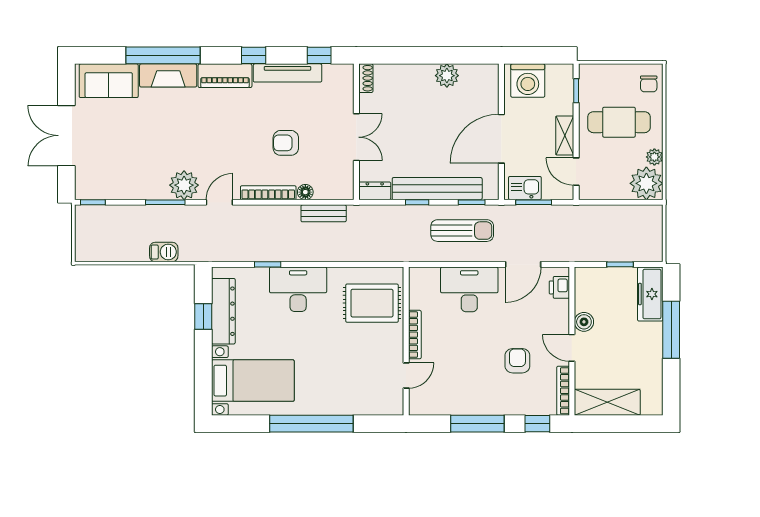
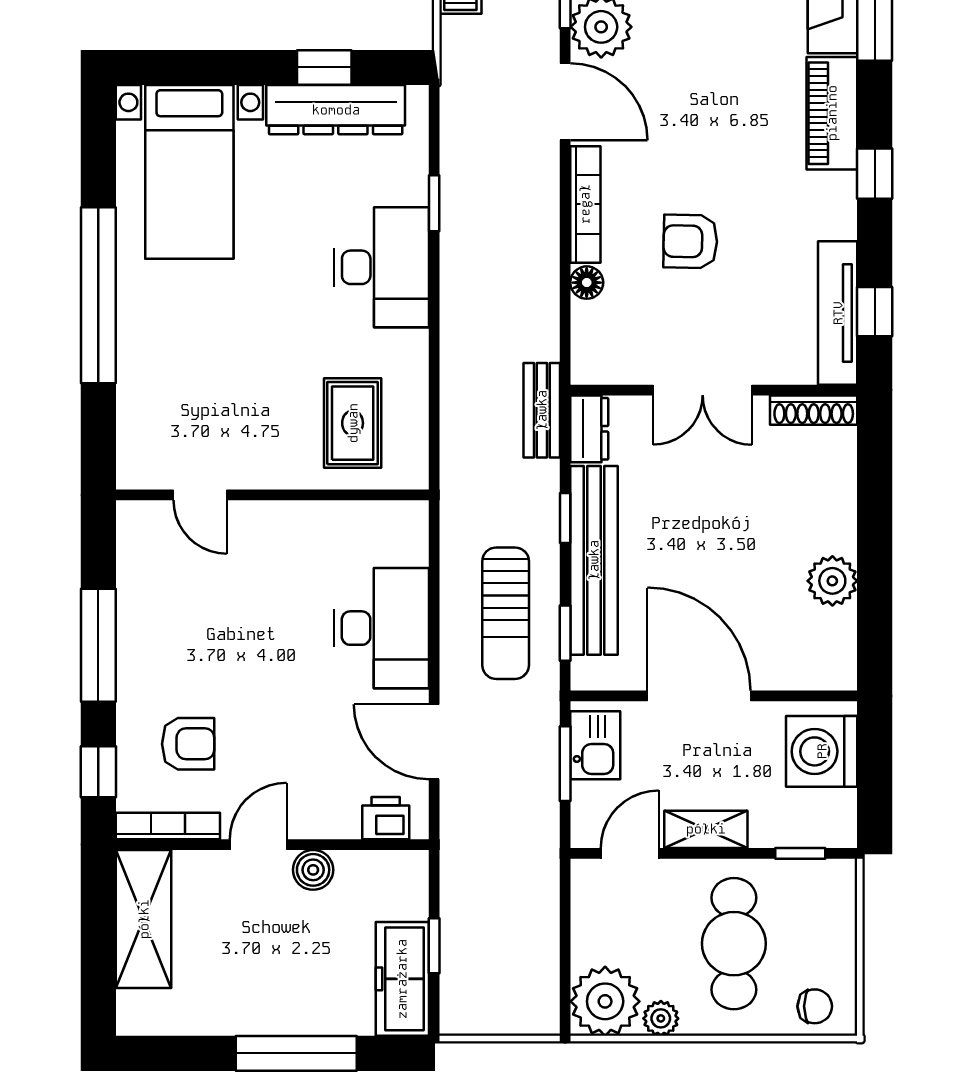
tv unit: (287, 73) -> (838, 313), moved
shoe rack: (366, 78) -> (814, 410), width x1.43
chair: (649, 84) -> (815, 1006), turned 180
armchair: (286, 143) -> (690, 241), turned -89
door: (219, 202) -> (565, 102), width x1.38
bench: (324, 213) -> (542, 410), moved
freezer: (650, 294) -> (402, 979), moved, turned -90
rug: (372, 303) -> (353, 423), width x0.73, depth x0.70
bookcase: (415, 335) -> (286, 513), removed
armchair: (517, 361) -> (188, 744), moved

